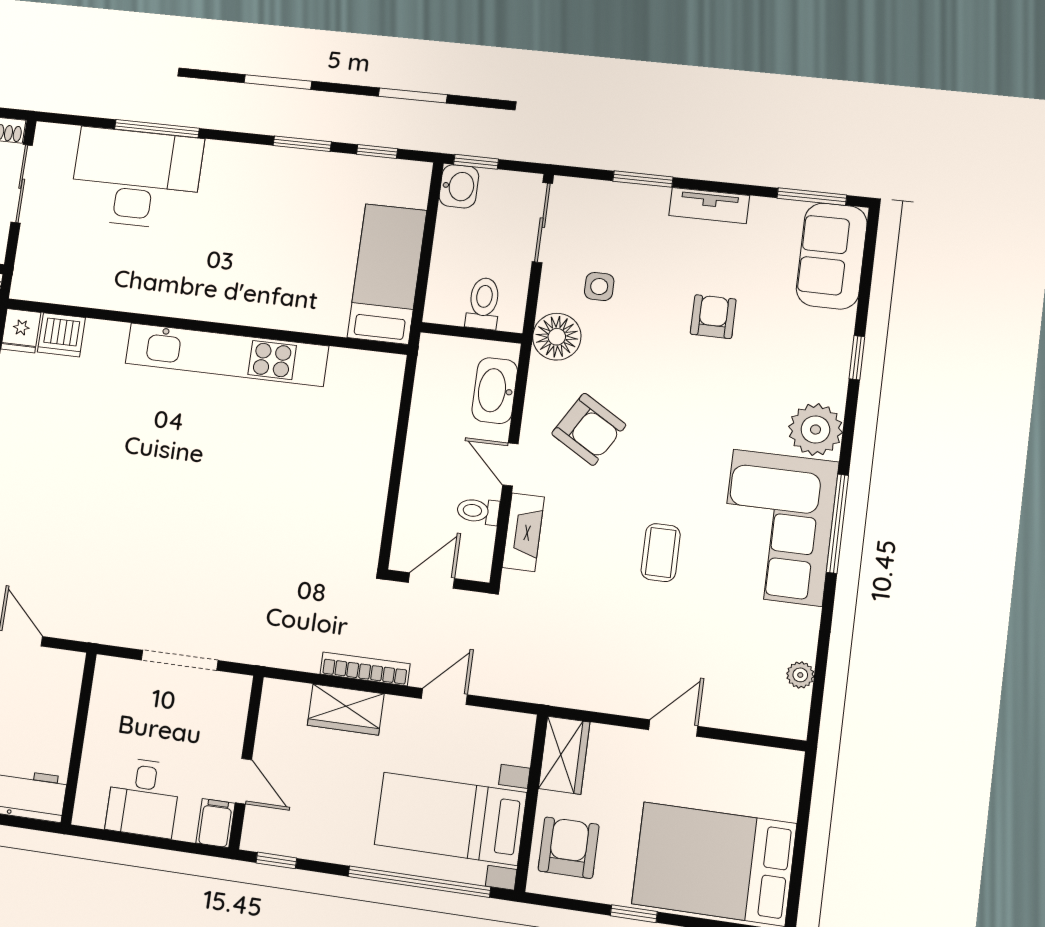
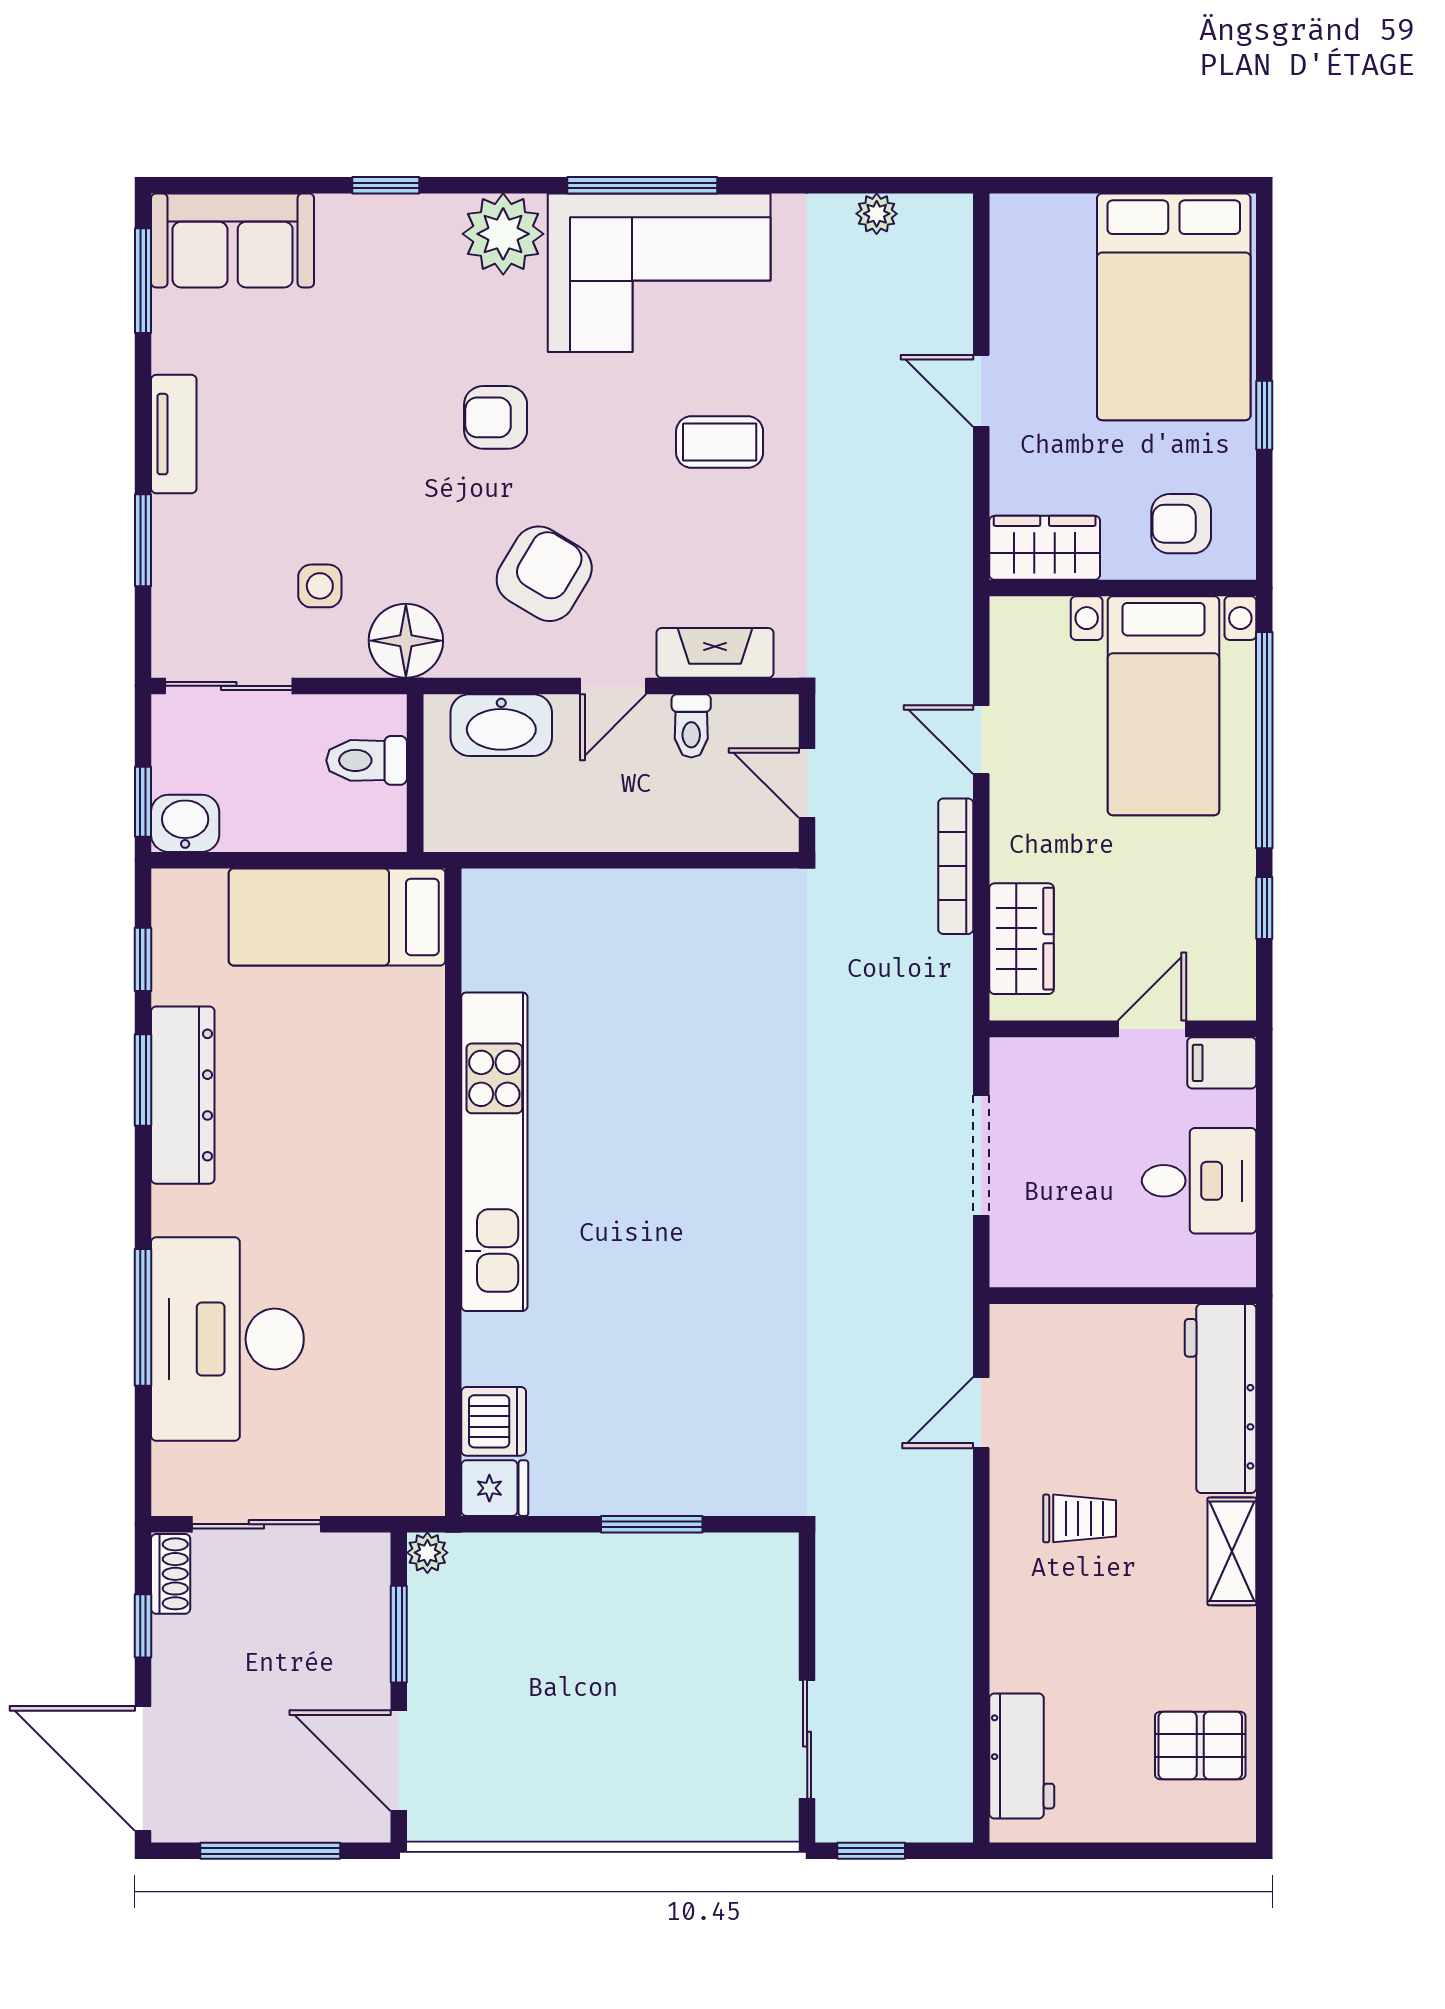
dresser: (289, 167) -> (183, 1095), added
armchair: (713, 317) -> (496, 417), moved
wardrobe: (346, 710) -> (1022, 939), moved
armchair: (569, 848) -> (1181, 524), width x0.72, depth x0.72
window: (276, 860) -> (1264, 908), moved

